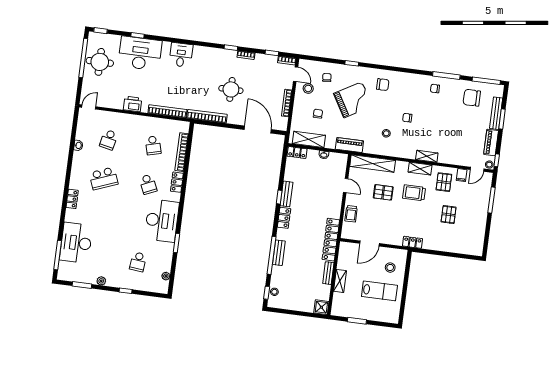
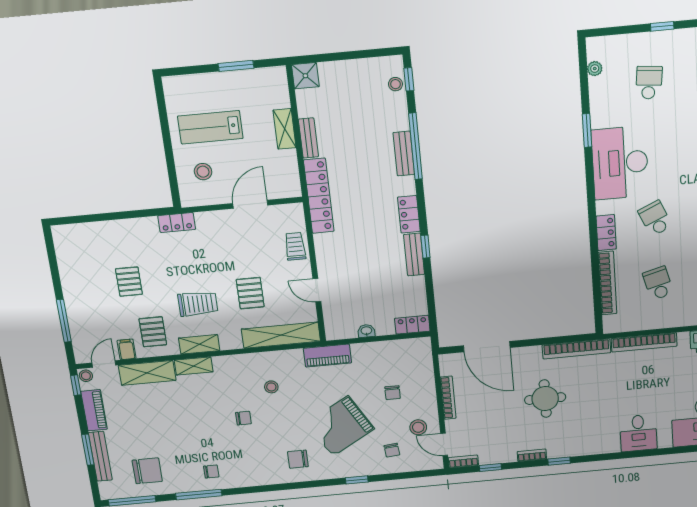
shelving: (309, 139) -> (147, 373), moved
pallet: (383, 192) -> (250, 293), turned 90

